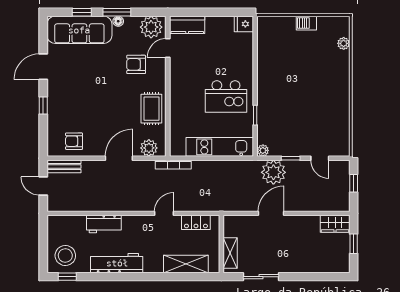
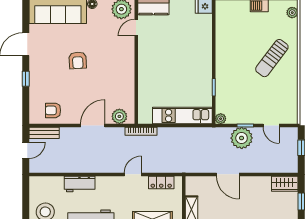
plant: (344, 43) -> (292, 13), moved
armchair: (136, 64) -> (78, 60), moved, turned -93
sun lounger: (321, 82) -> (272, 58), added
kitchen island: (226, 96) -> (188, 71), removed
rug: (151, 109) -> (122, 82), removed
plant: (273, 172) -> (242, 138), moved
door: (43, 186) -> (26, 150), swing flipped
door: (271, 213) -> (228, 174), swing flipped

